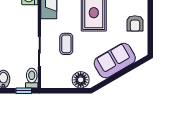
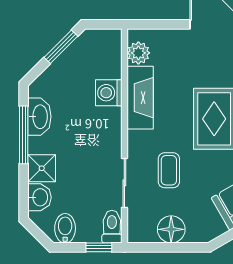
floor lamp: (81, 80) -> (171, 229), moved

